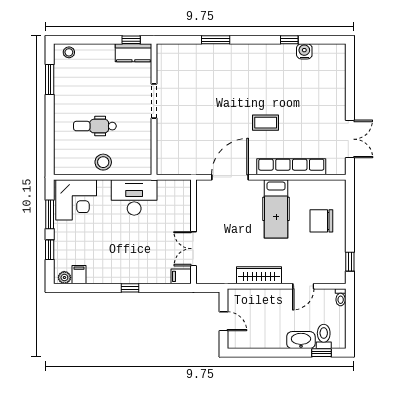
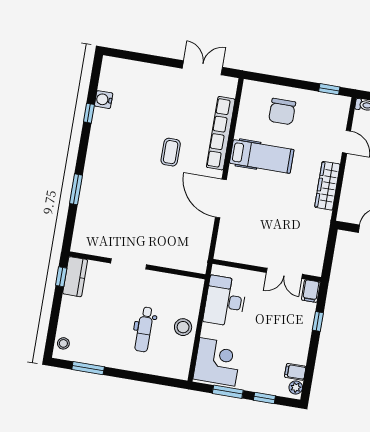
wall: (193, 232) -> (267, 270), moved
double door: (193, 249) -> (284, 273), moved
filing cabinet: (181, 276) -> (311, 291), moved

